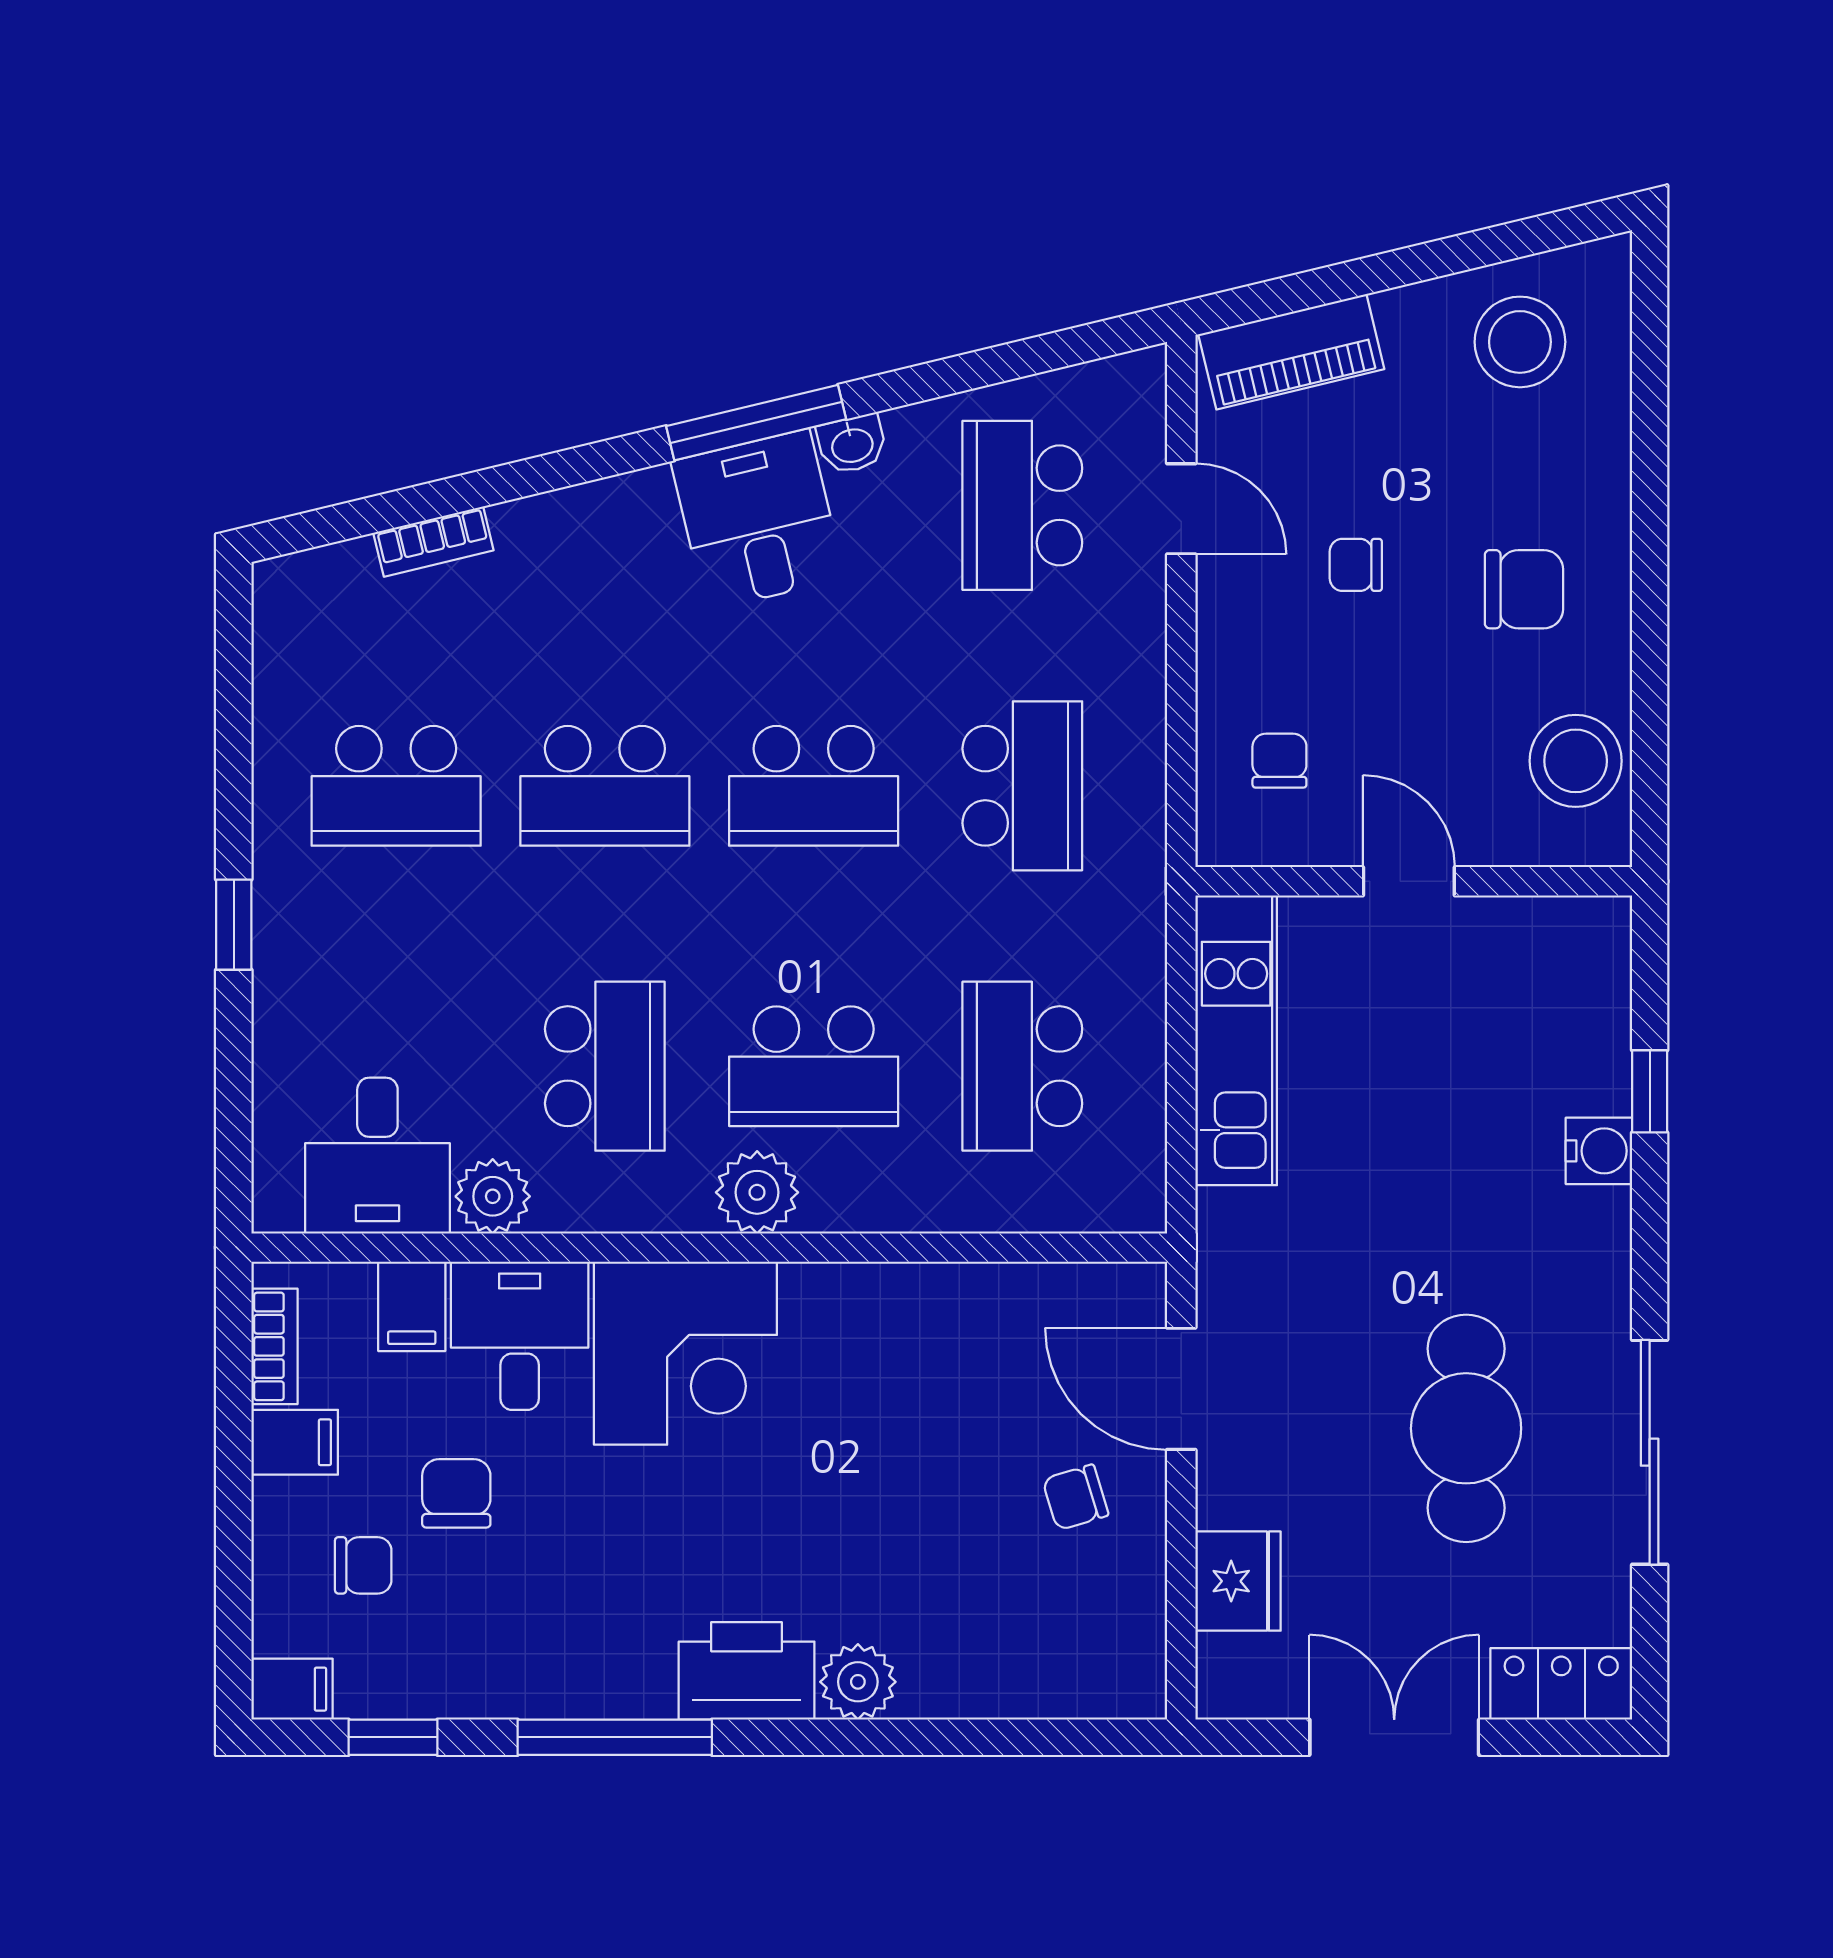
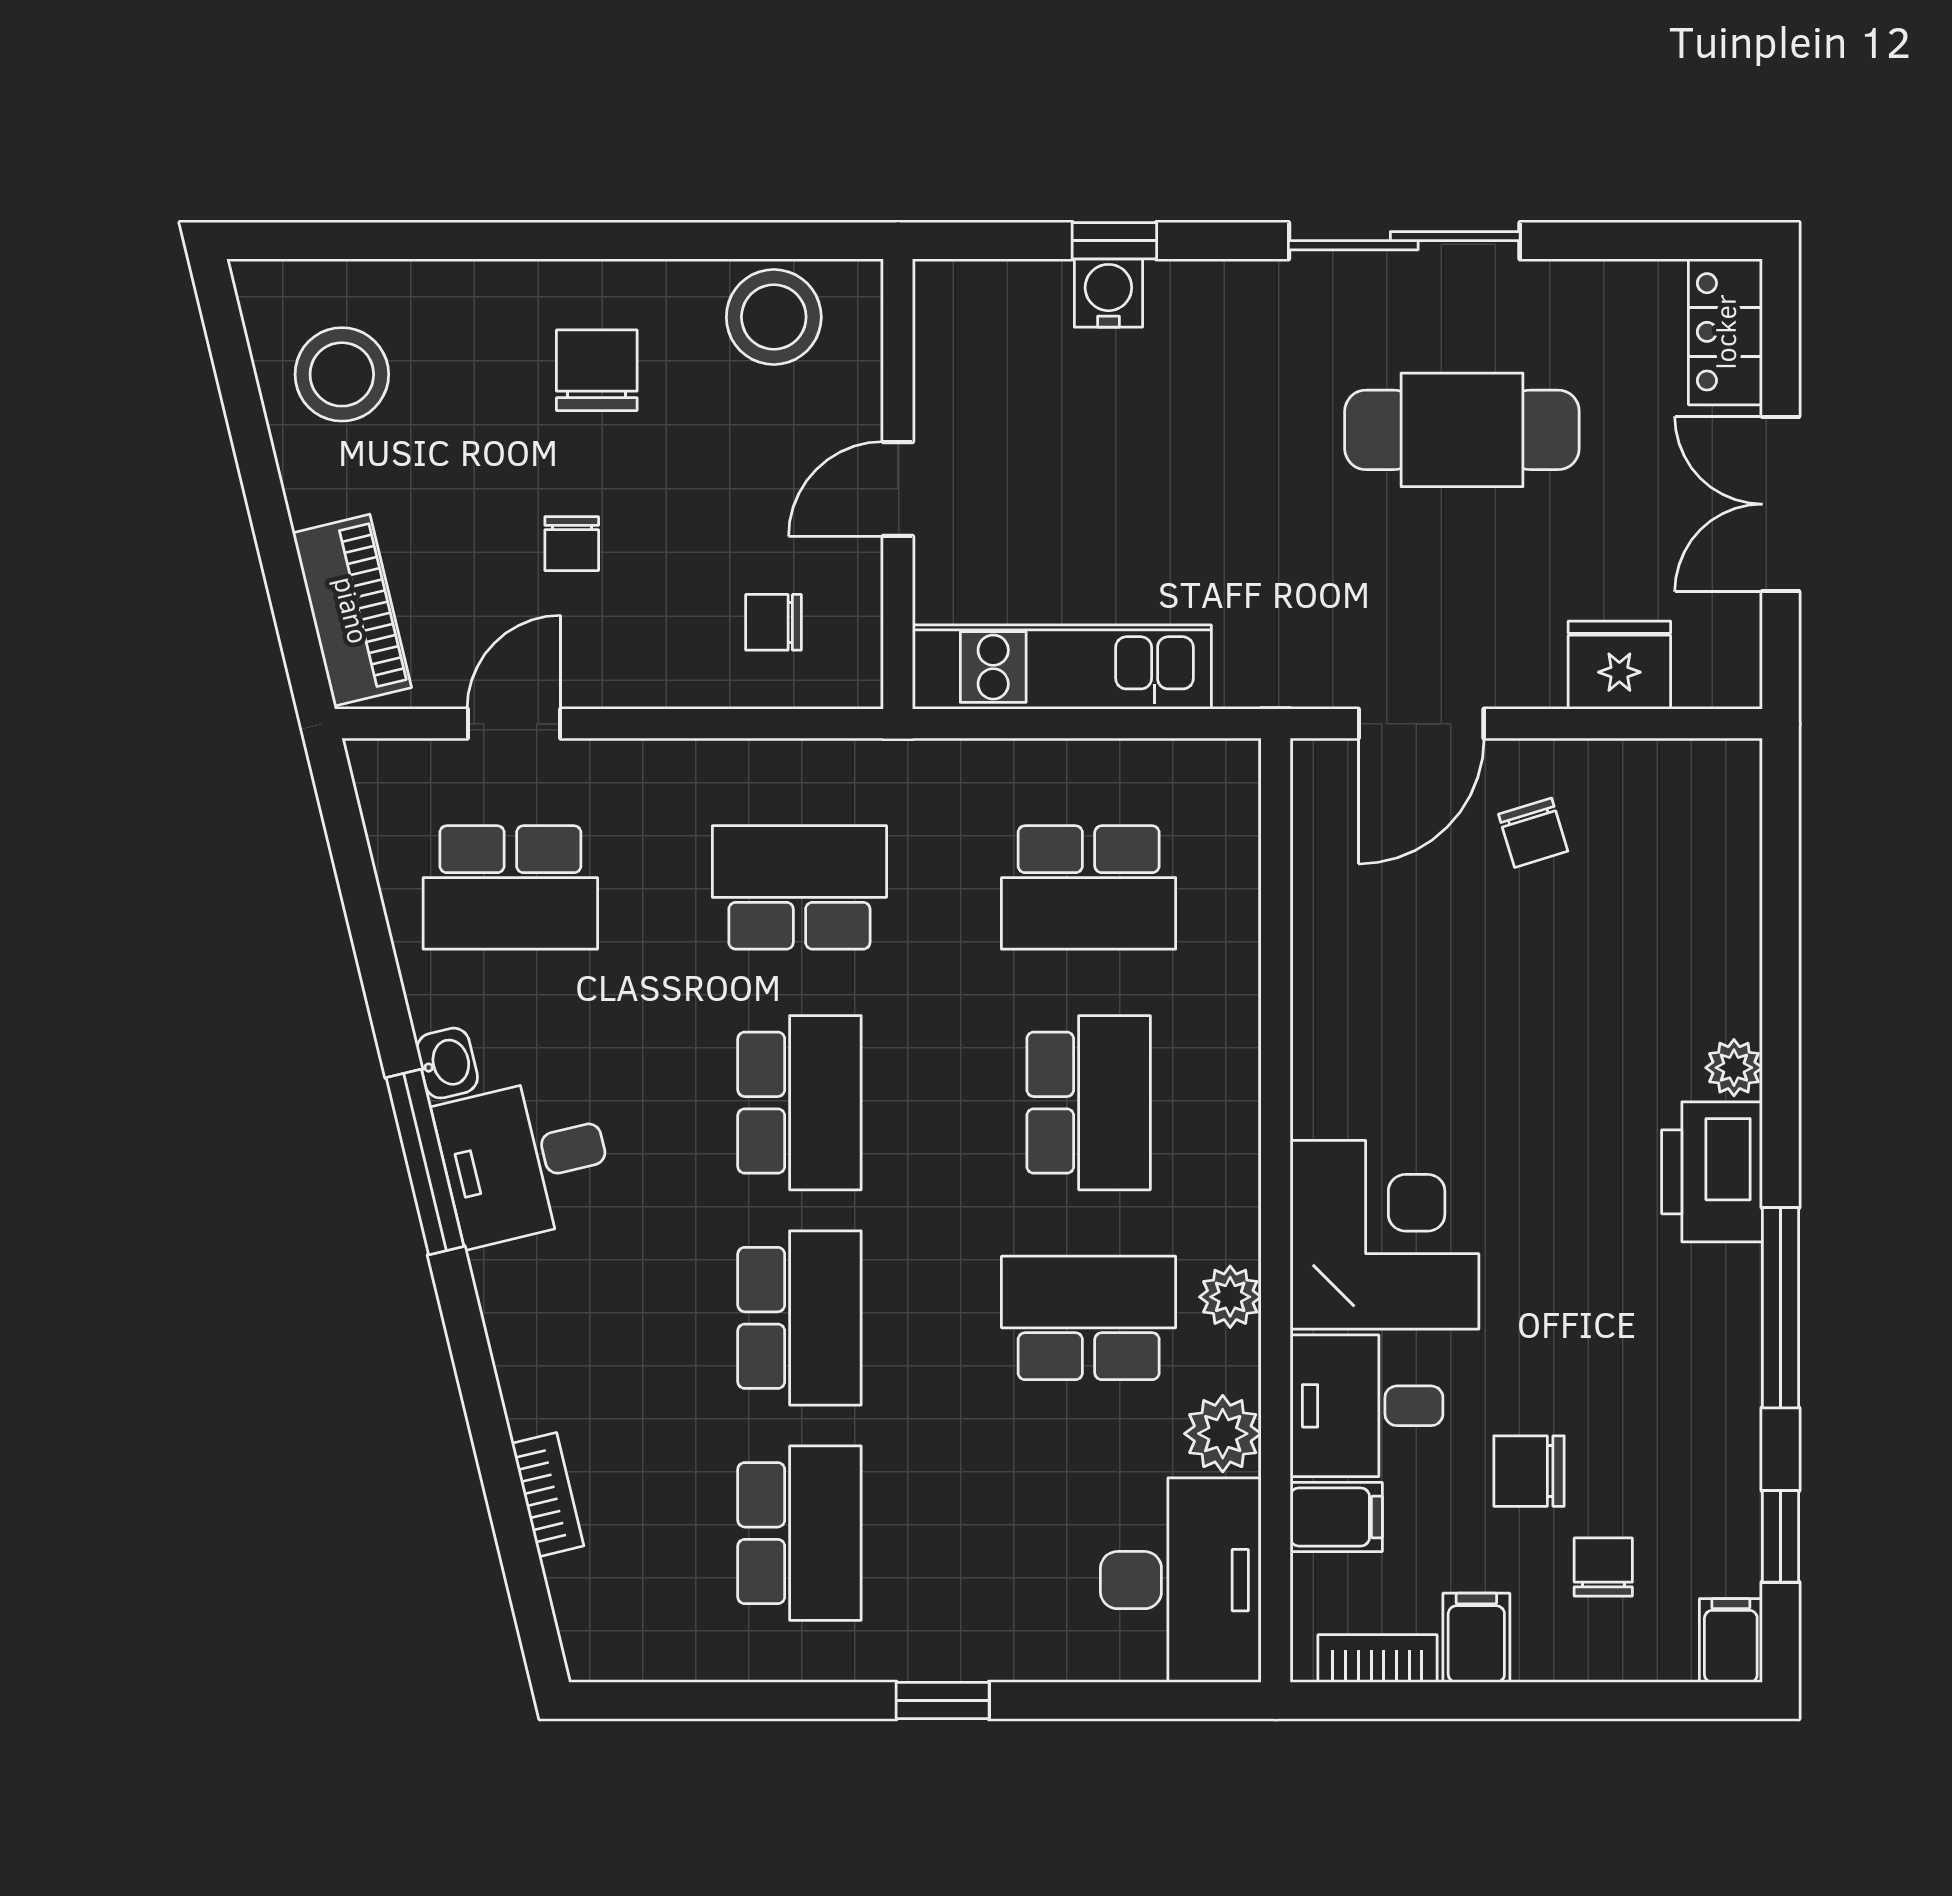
water cooler: (1599, 1151) -> (1108, 293), moved
desk: (377, 1156) -> (1181, 1580), width x1.37
plant: (757, 1192) -> (1230, 1297), moved, width x0.73, depth x0.73
sliding door: (1650, 1452) -> (1404, 241), moved
plant: (858, 1682) -> (1734, 1068), width x0.73, depth x0.73

